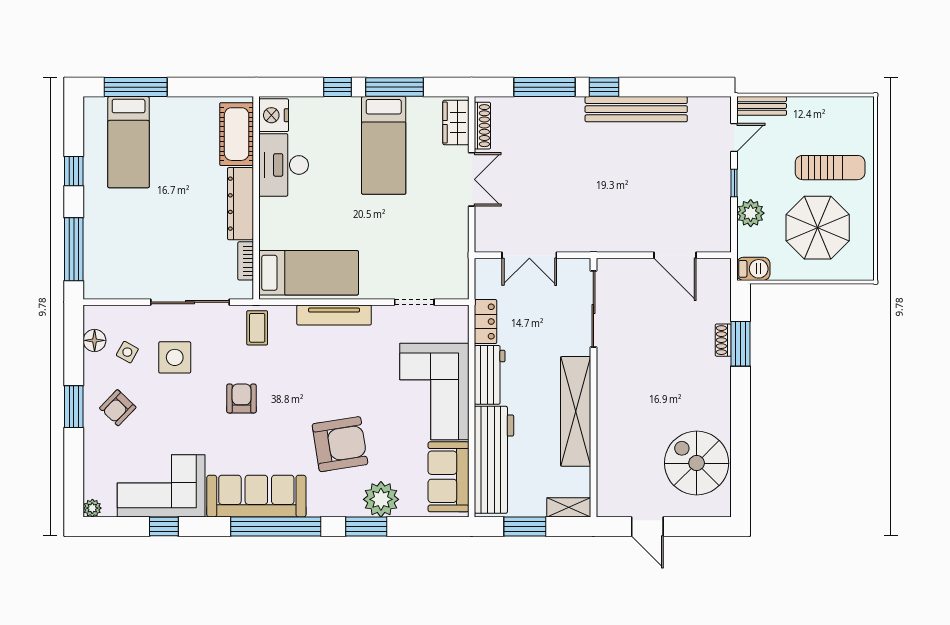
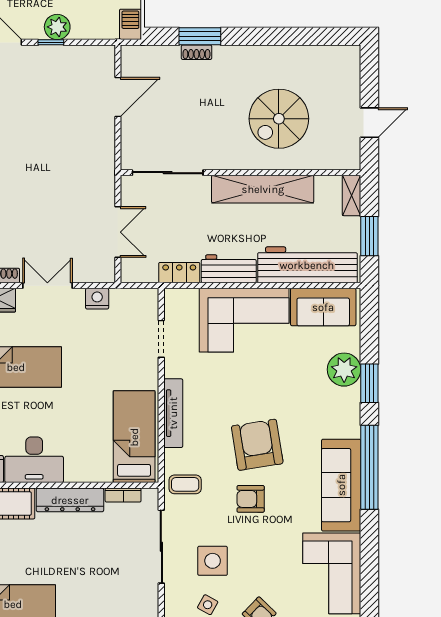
plant: (751, 213) -> (57, 27), moved
nightstand: (458, 233) -> (97, 299), added
armchair: (340, 444) -> (257, 445), moved
spiral stairs: (697, 463) -> (279, 119), moved
window: (164, 527) -> (369, 571), removed

